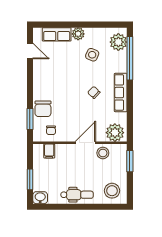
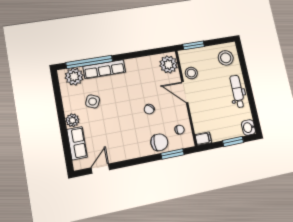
chair: (94, 92) -> (149, 109), moved
row of seats: (121, 92) -> (104, 69), moved
filing cabinet: (49, 151) -> (203, 139), moved

